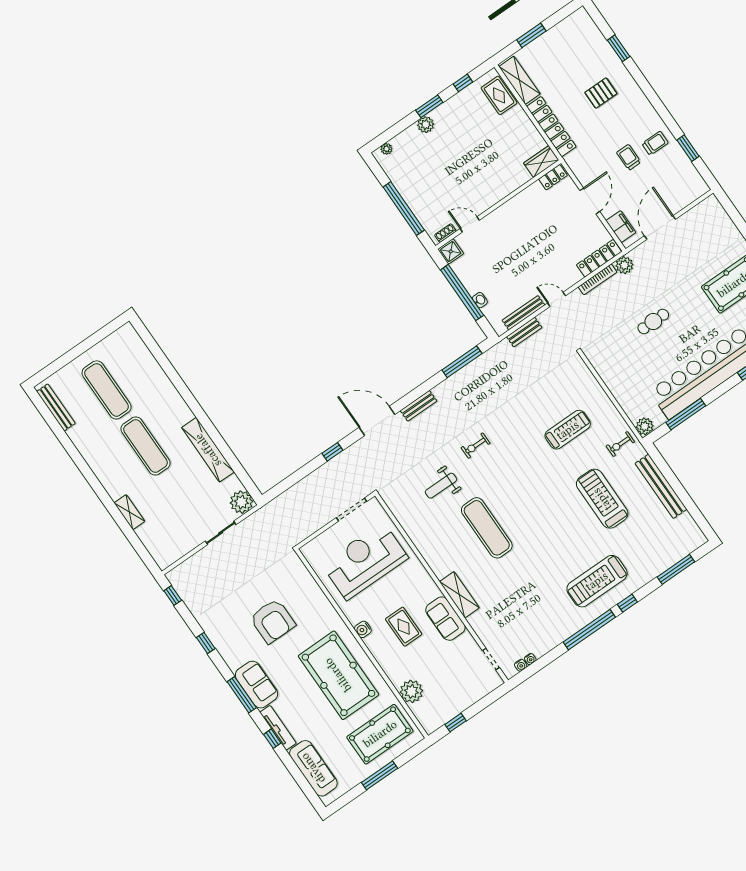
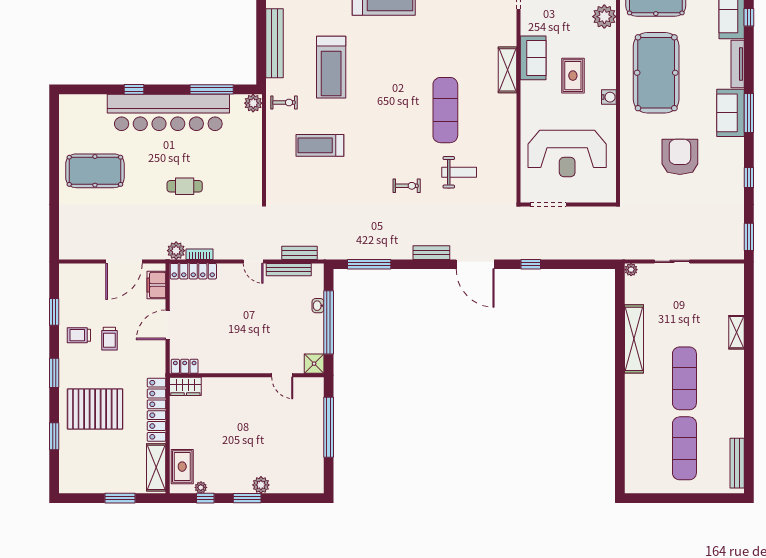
pallet: (601, 93) -> (95, 409), width x2.05, depth x2.00
window: (654, 99) -> (54, 373), added
plant: (386, 149) -> (201, 487), moved
shoe rack: (445, 233) -> (308, 382), removed
bookcase: (598, 279) -> (200, 254), width x0.64
plant: (241, 502) -> (631, 270), width x0.53, depth x0.53
window: (173, 595) -> (749, 237), width x1.50
window: (272, 739) -> (749, 17), moved

